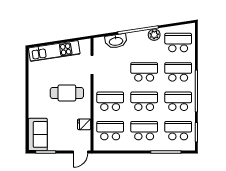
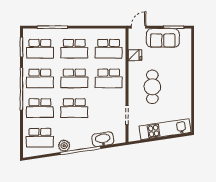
cafe table: (67, 93) -> (152, 87), turned 90
sofa: (38, 134) -> (163, 38), moved, turned -90

